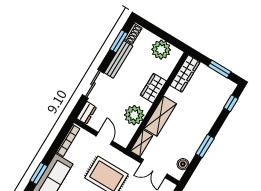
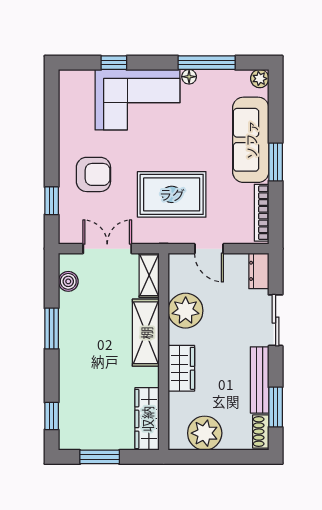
window: (39, 173) -> (276, 162), moved

